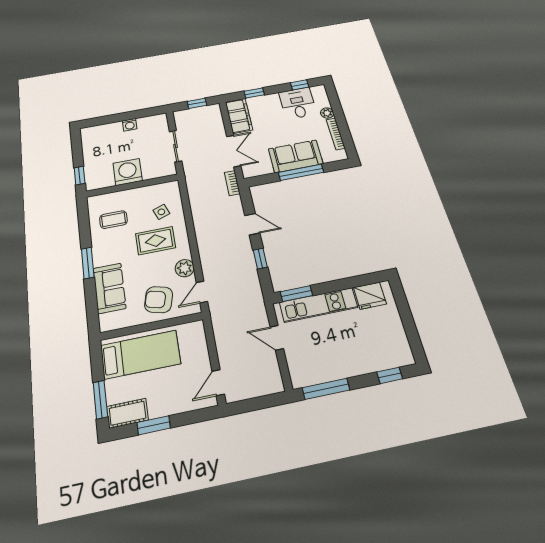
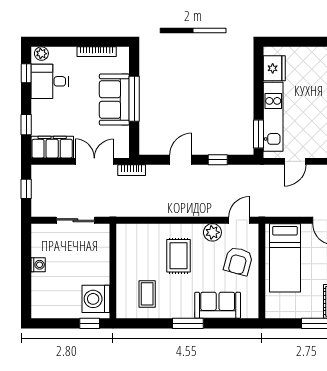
plant: (327, 113) -> (41, 54), moved
washing machine: (128, 172) -> (96, 299), moved
side table: (161, 212) -> (149, 246), removed
door: (202, 292) -> (239, 220), swing flipped
bed: (140, 354) -> (285, 258), moved, turned 180

